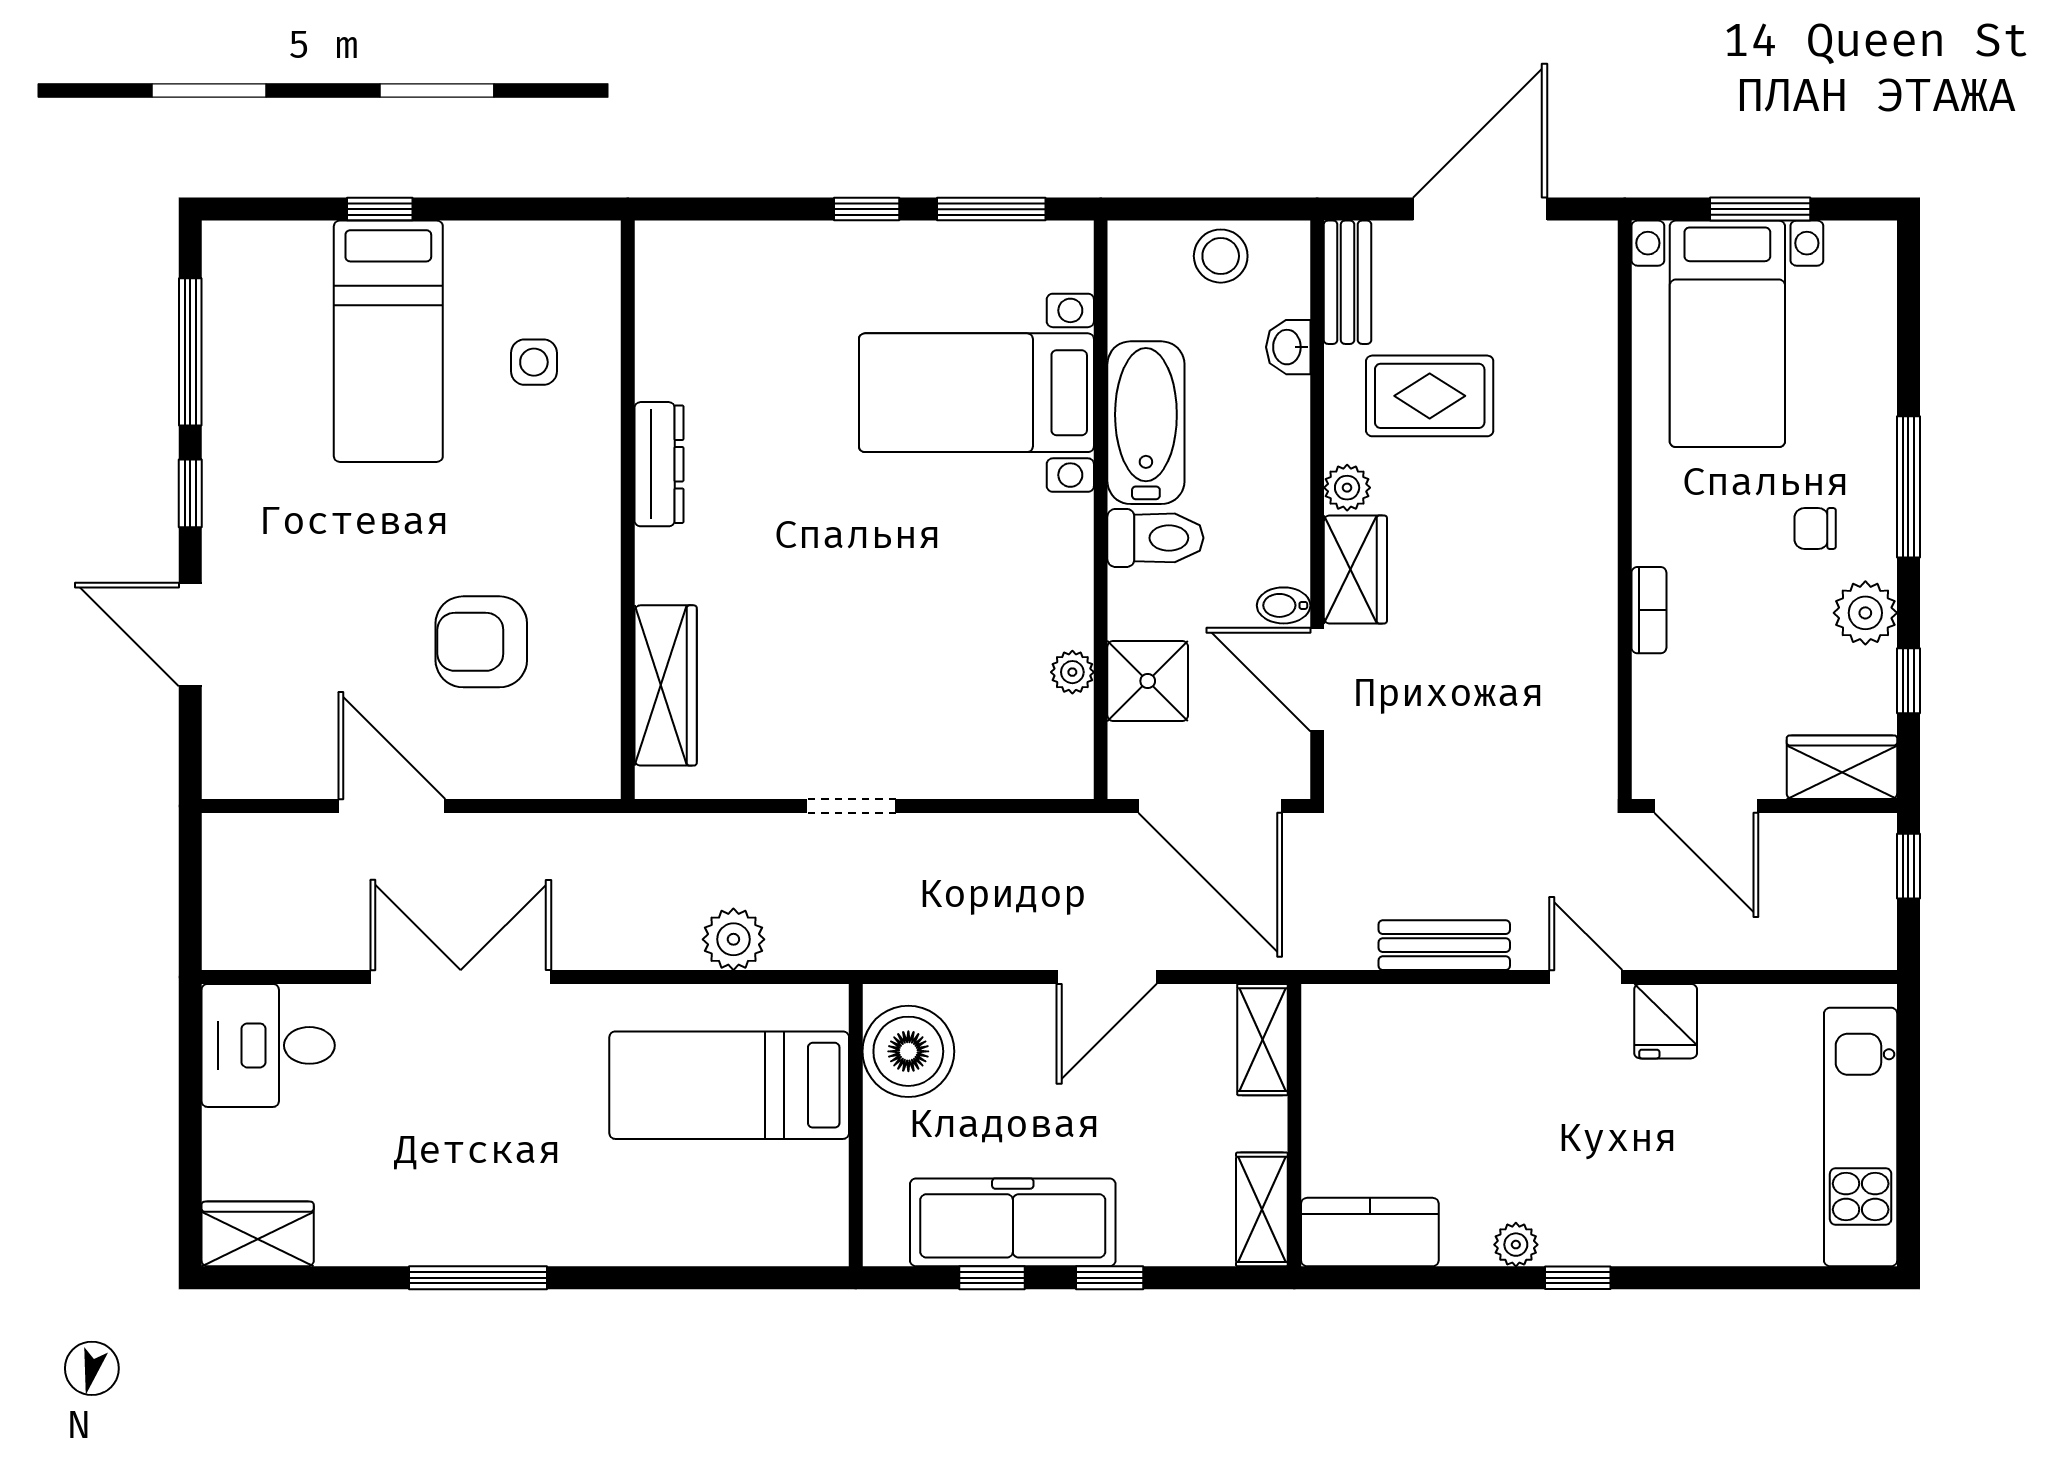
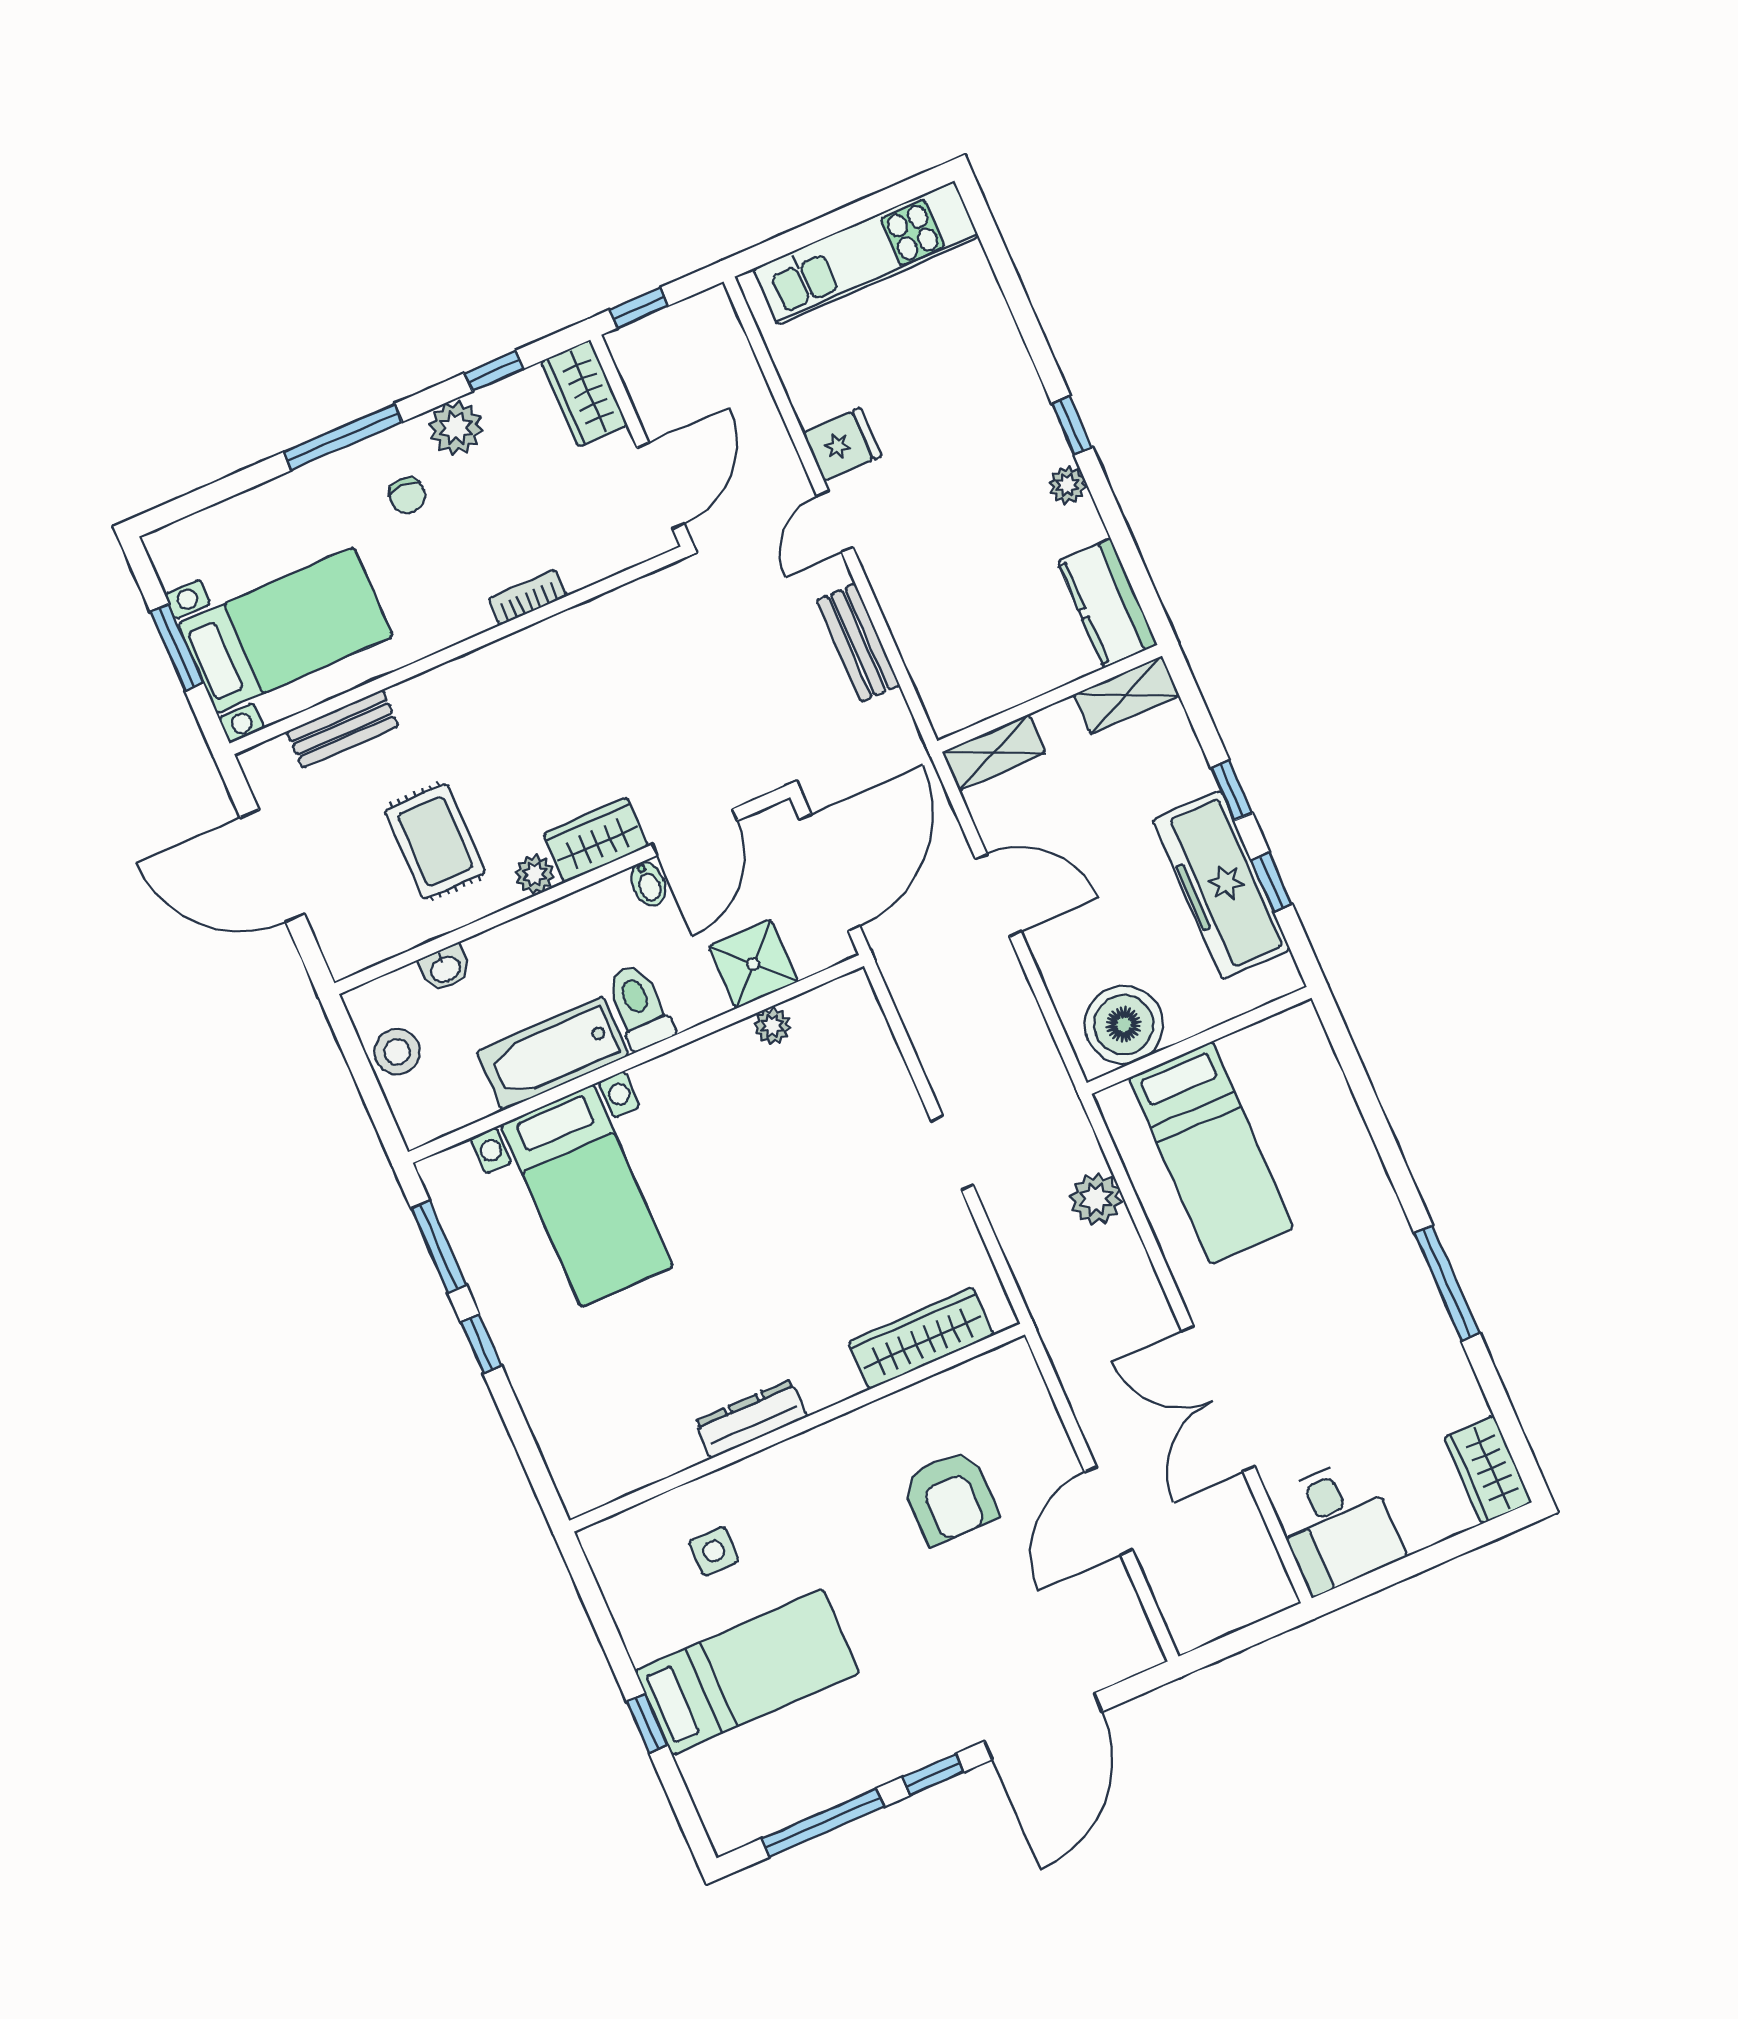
bench: (1348, 282) -> (342, 729), moved
door: (190, 634) -> (1043, 1726), width x1.36

